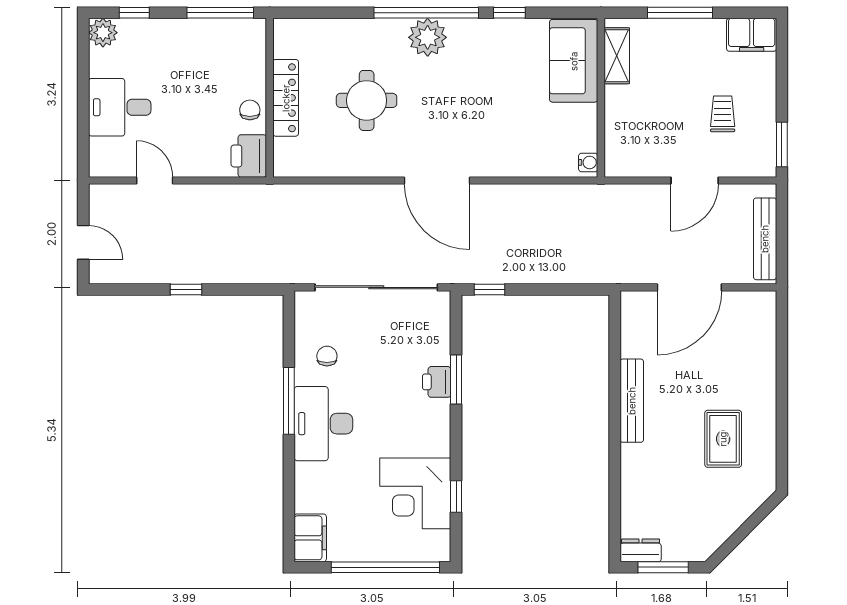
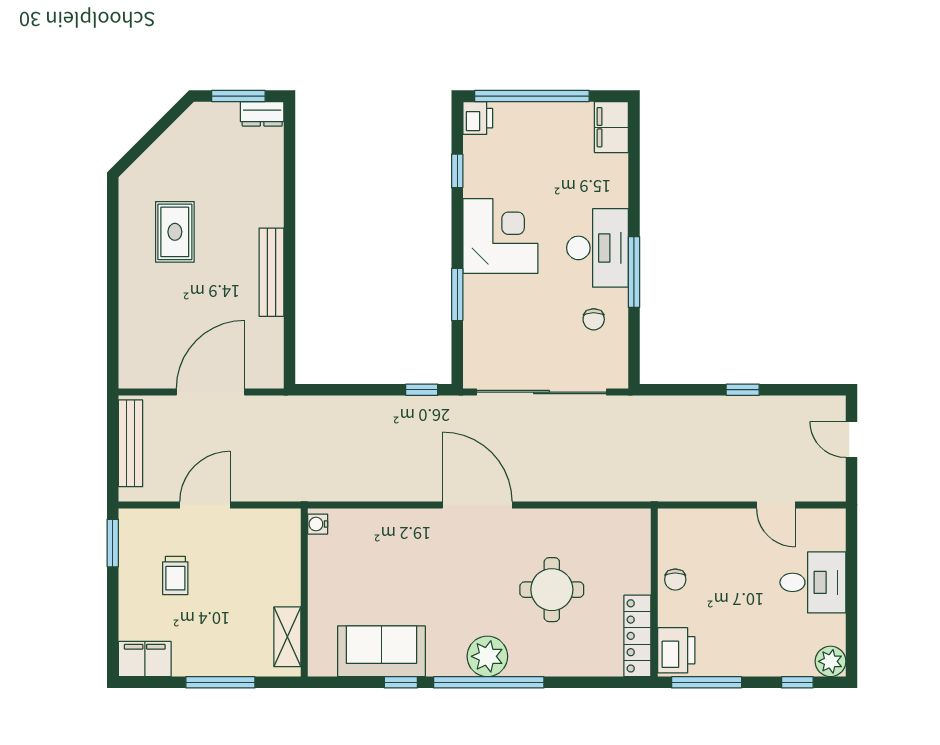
sofa: (574, 61) -> (381, 651), moved, turned -90
locker: (286, 98) -> (637, 636), moved
printer: (249, 156) -> (676, 650), moved
printer: (437, 382) -> (478, 118), moved
corner desk: (415, 493) -> (500, 236), moved

